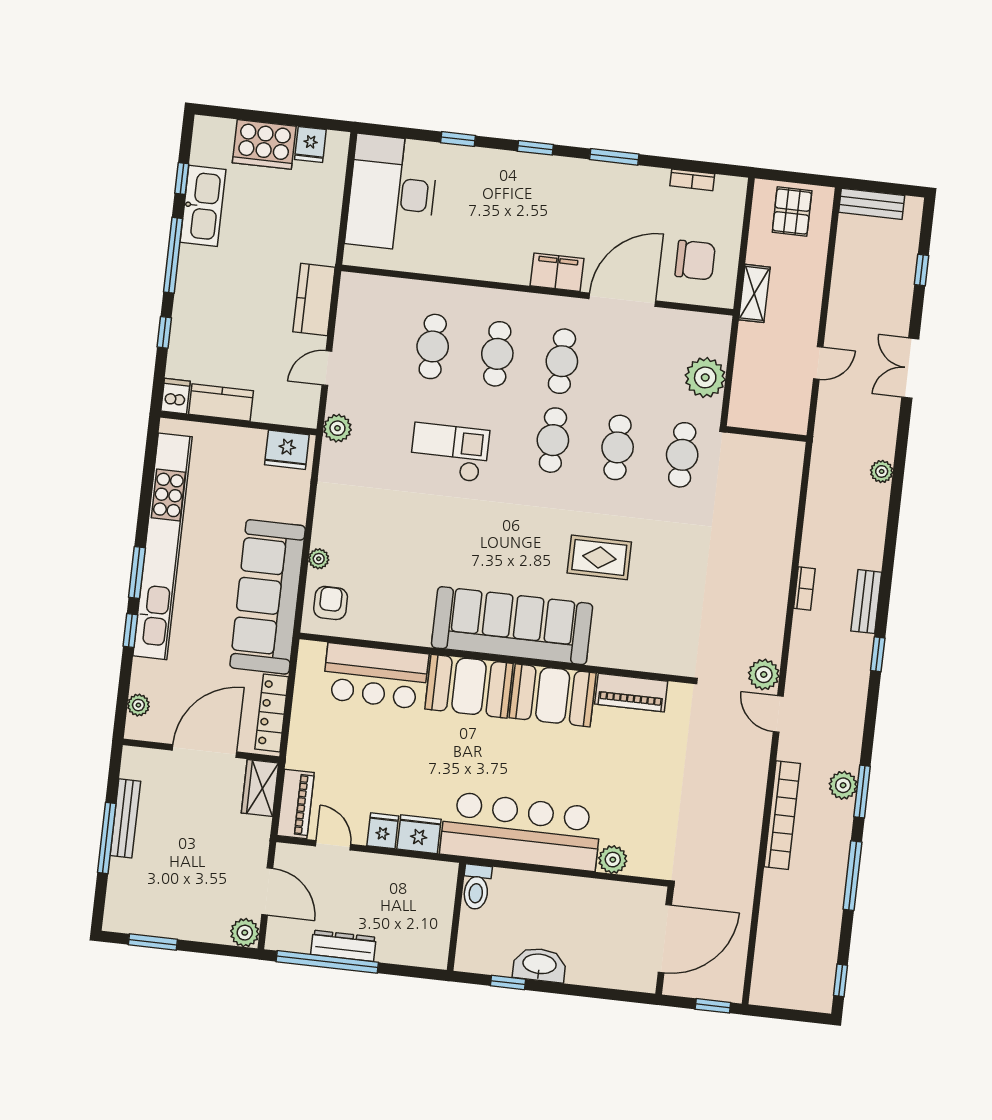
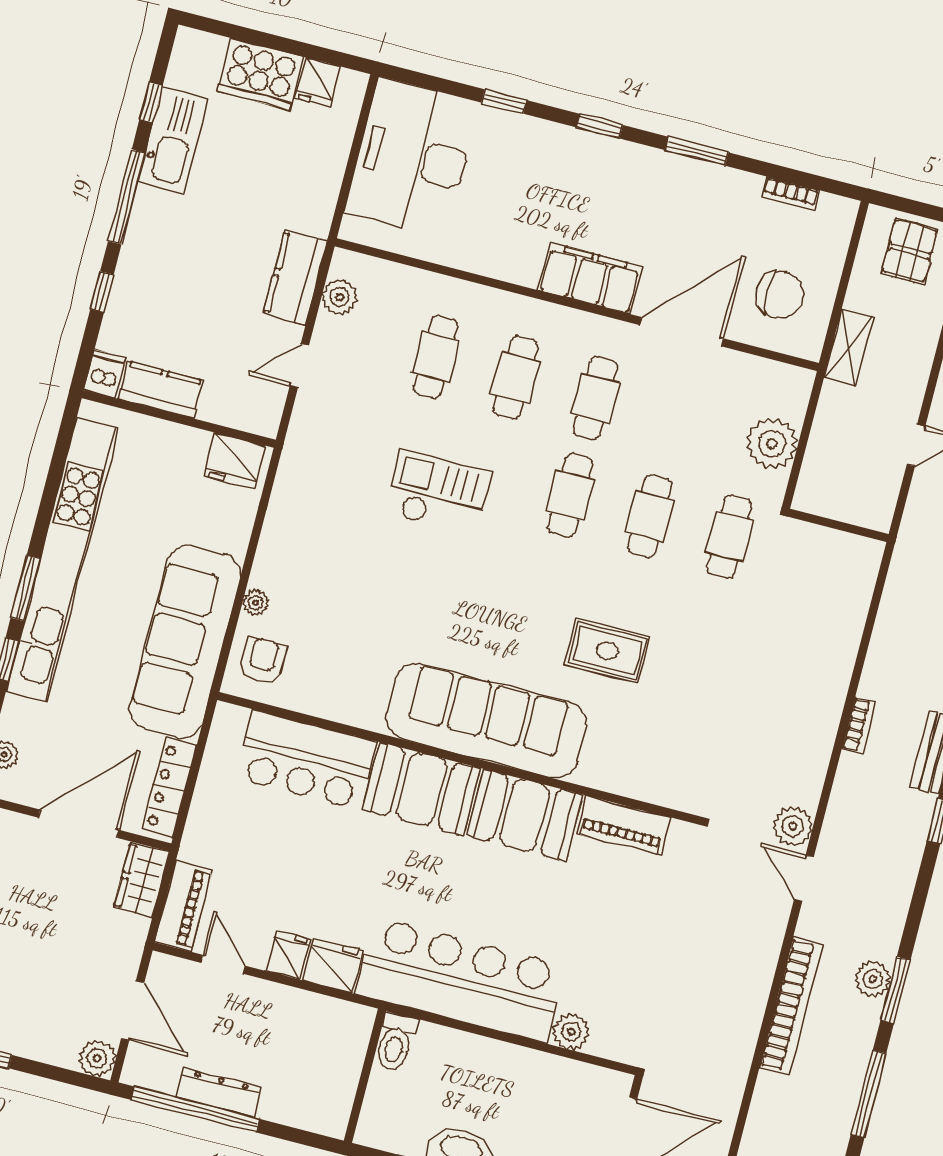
filing cabinet: (557, 272) -> (590, 278), width x1.50, depth x1.17
plant: (337, 428) -> (340, 297), moved

